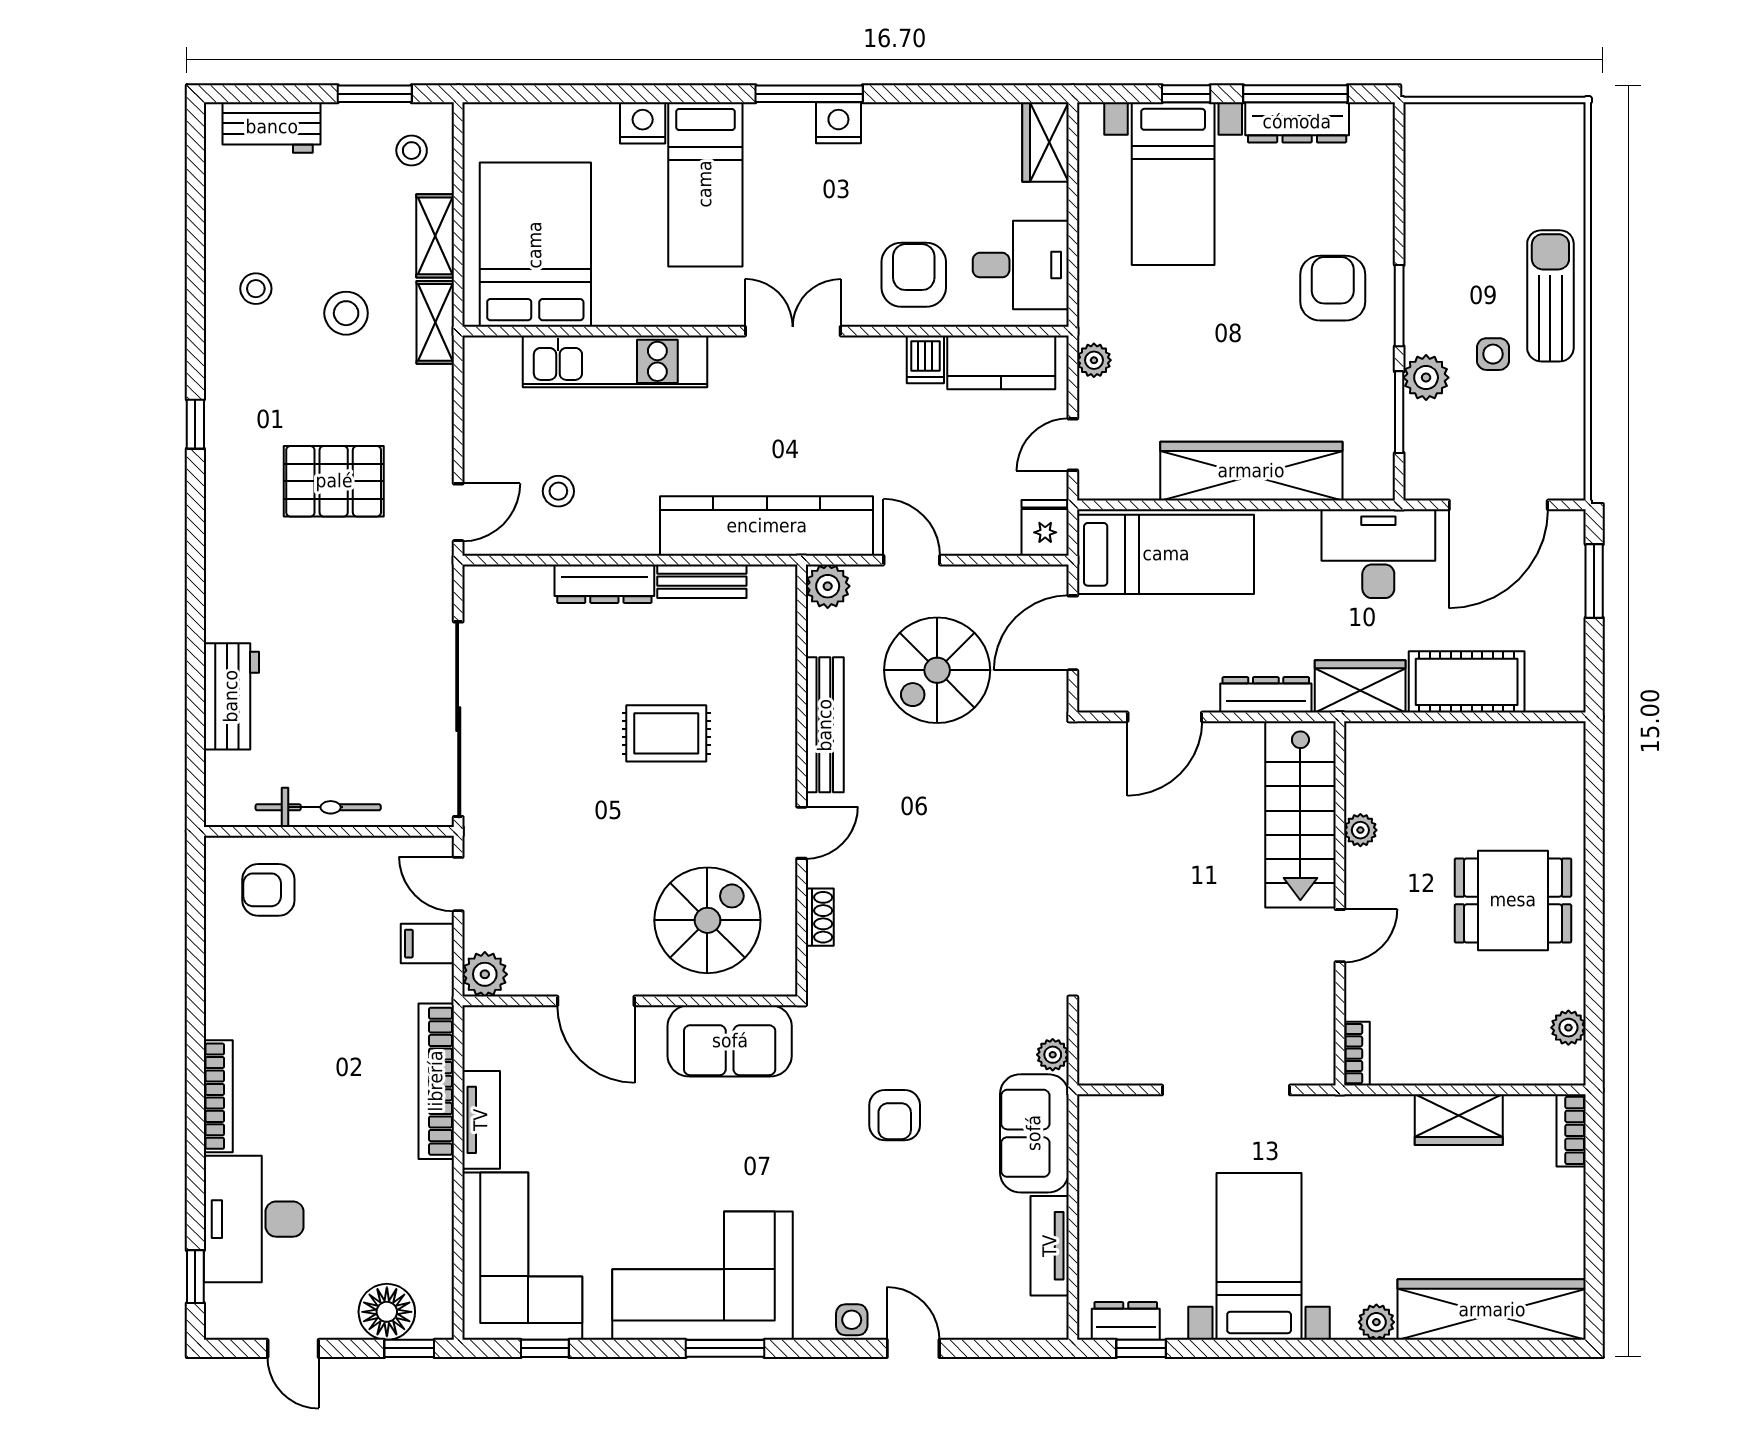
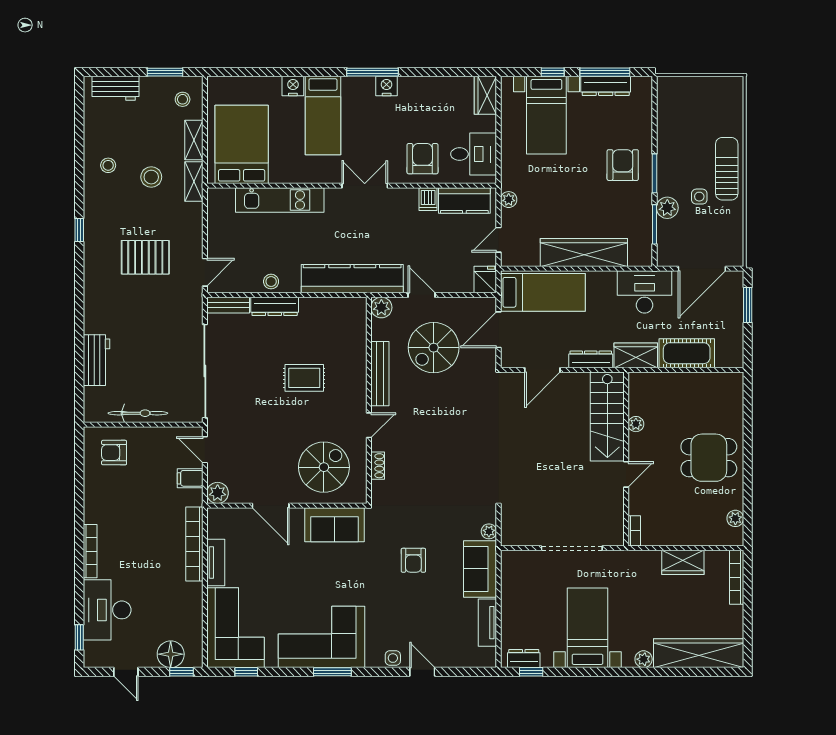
stool: (558, 491) -> (271, 282), moved
bench: (702, 581) -> (228, 305), moved
bookcase: (1571, 1130) -> (737, 577), width x1.56

